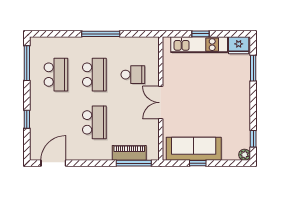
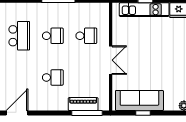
school desk: (94, 75) -> (53, 36), width x0.54
double door: (161, 103) -> (111, 60), swing flipped
school desk: (94, 122) -> (53, 77), width x0.54

